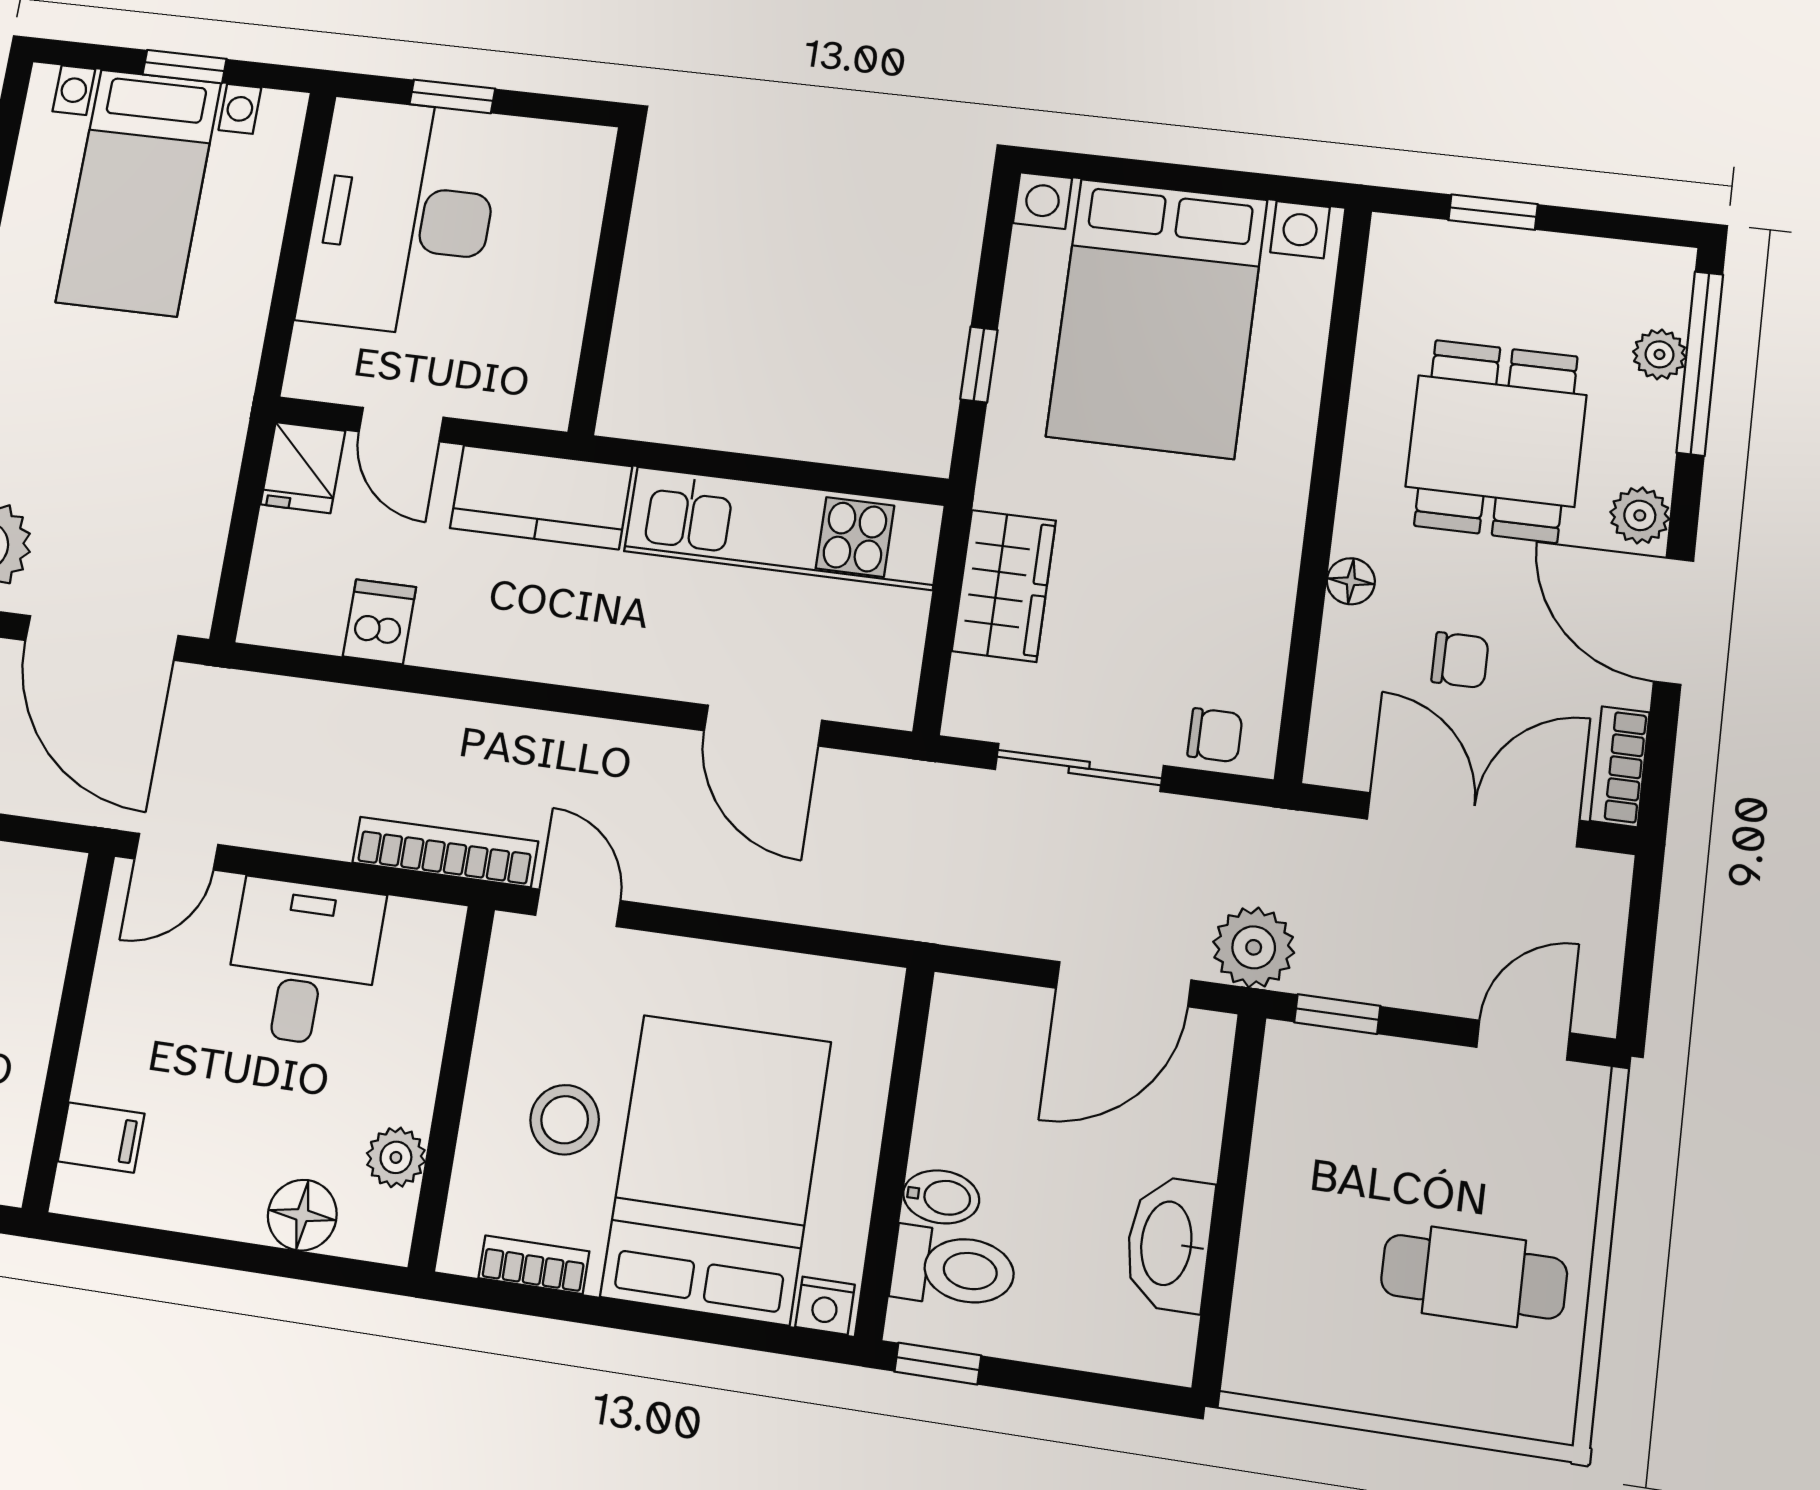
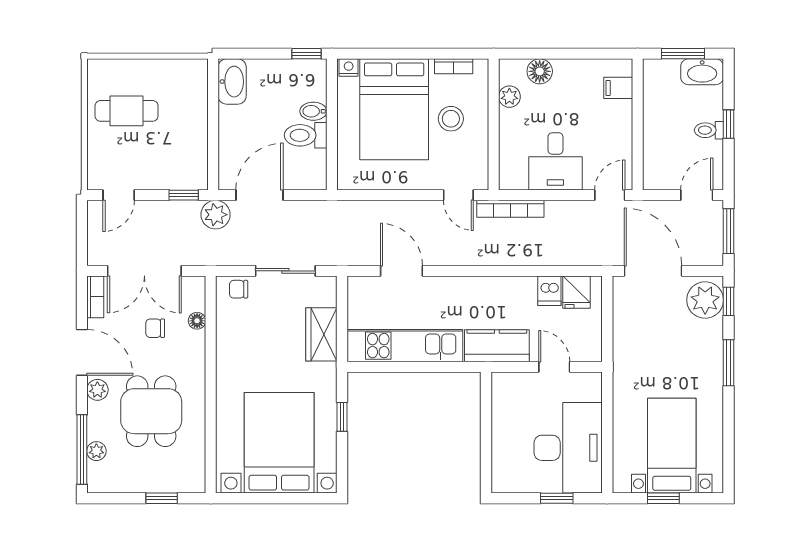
fridge: (303, 468) -> (576, 292), moved, turned 180
floor lamp: (1351, 581) -> (197, 321), moved
washbasin: (1169, 1244) -> (232, 82), moved
toilet: (953, 1268) -> (306, 135), moved

